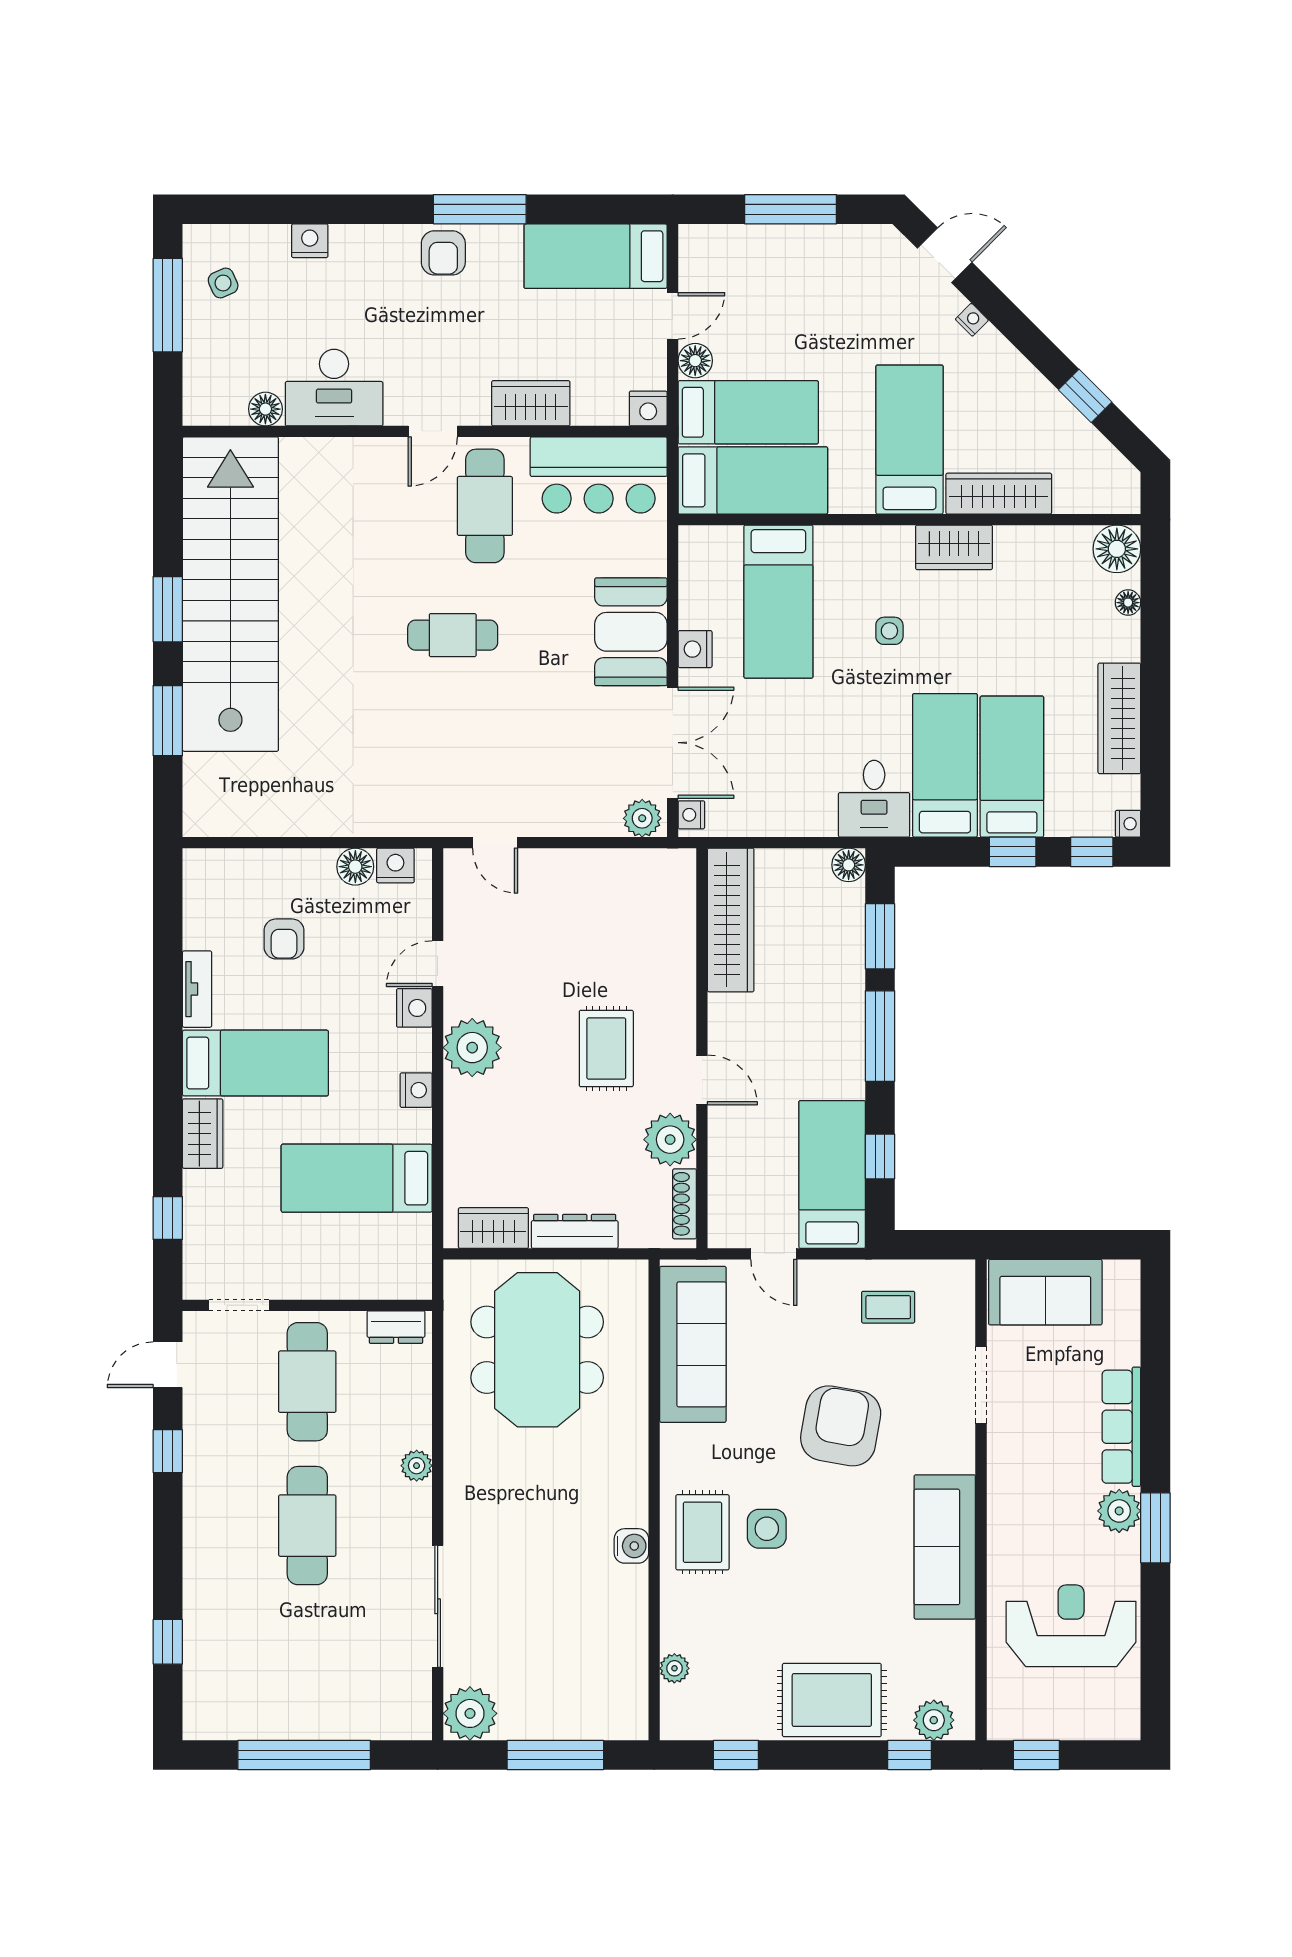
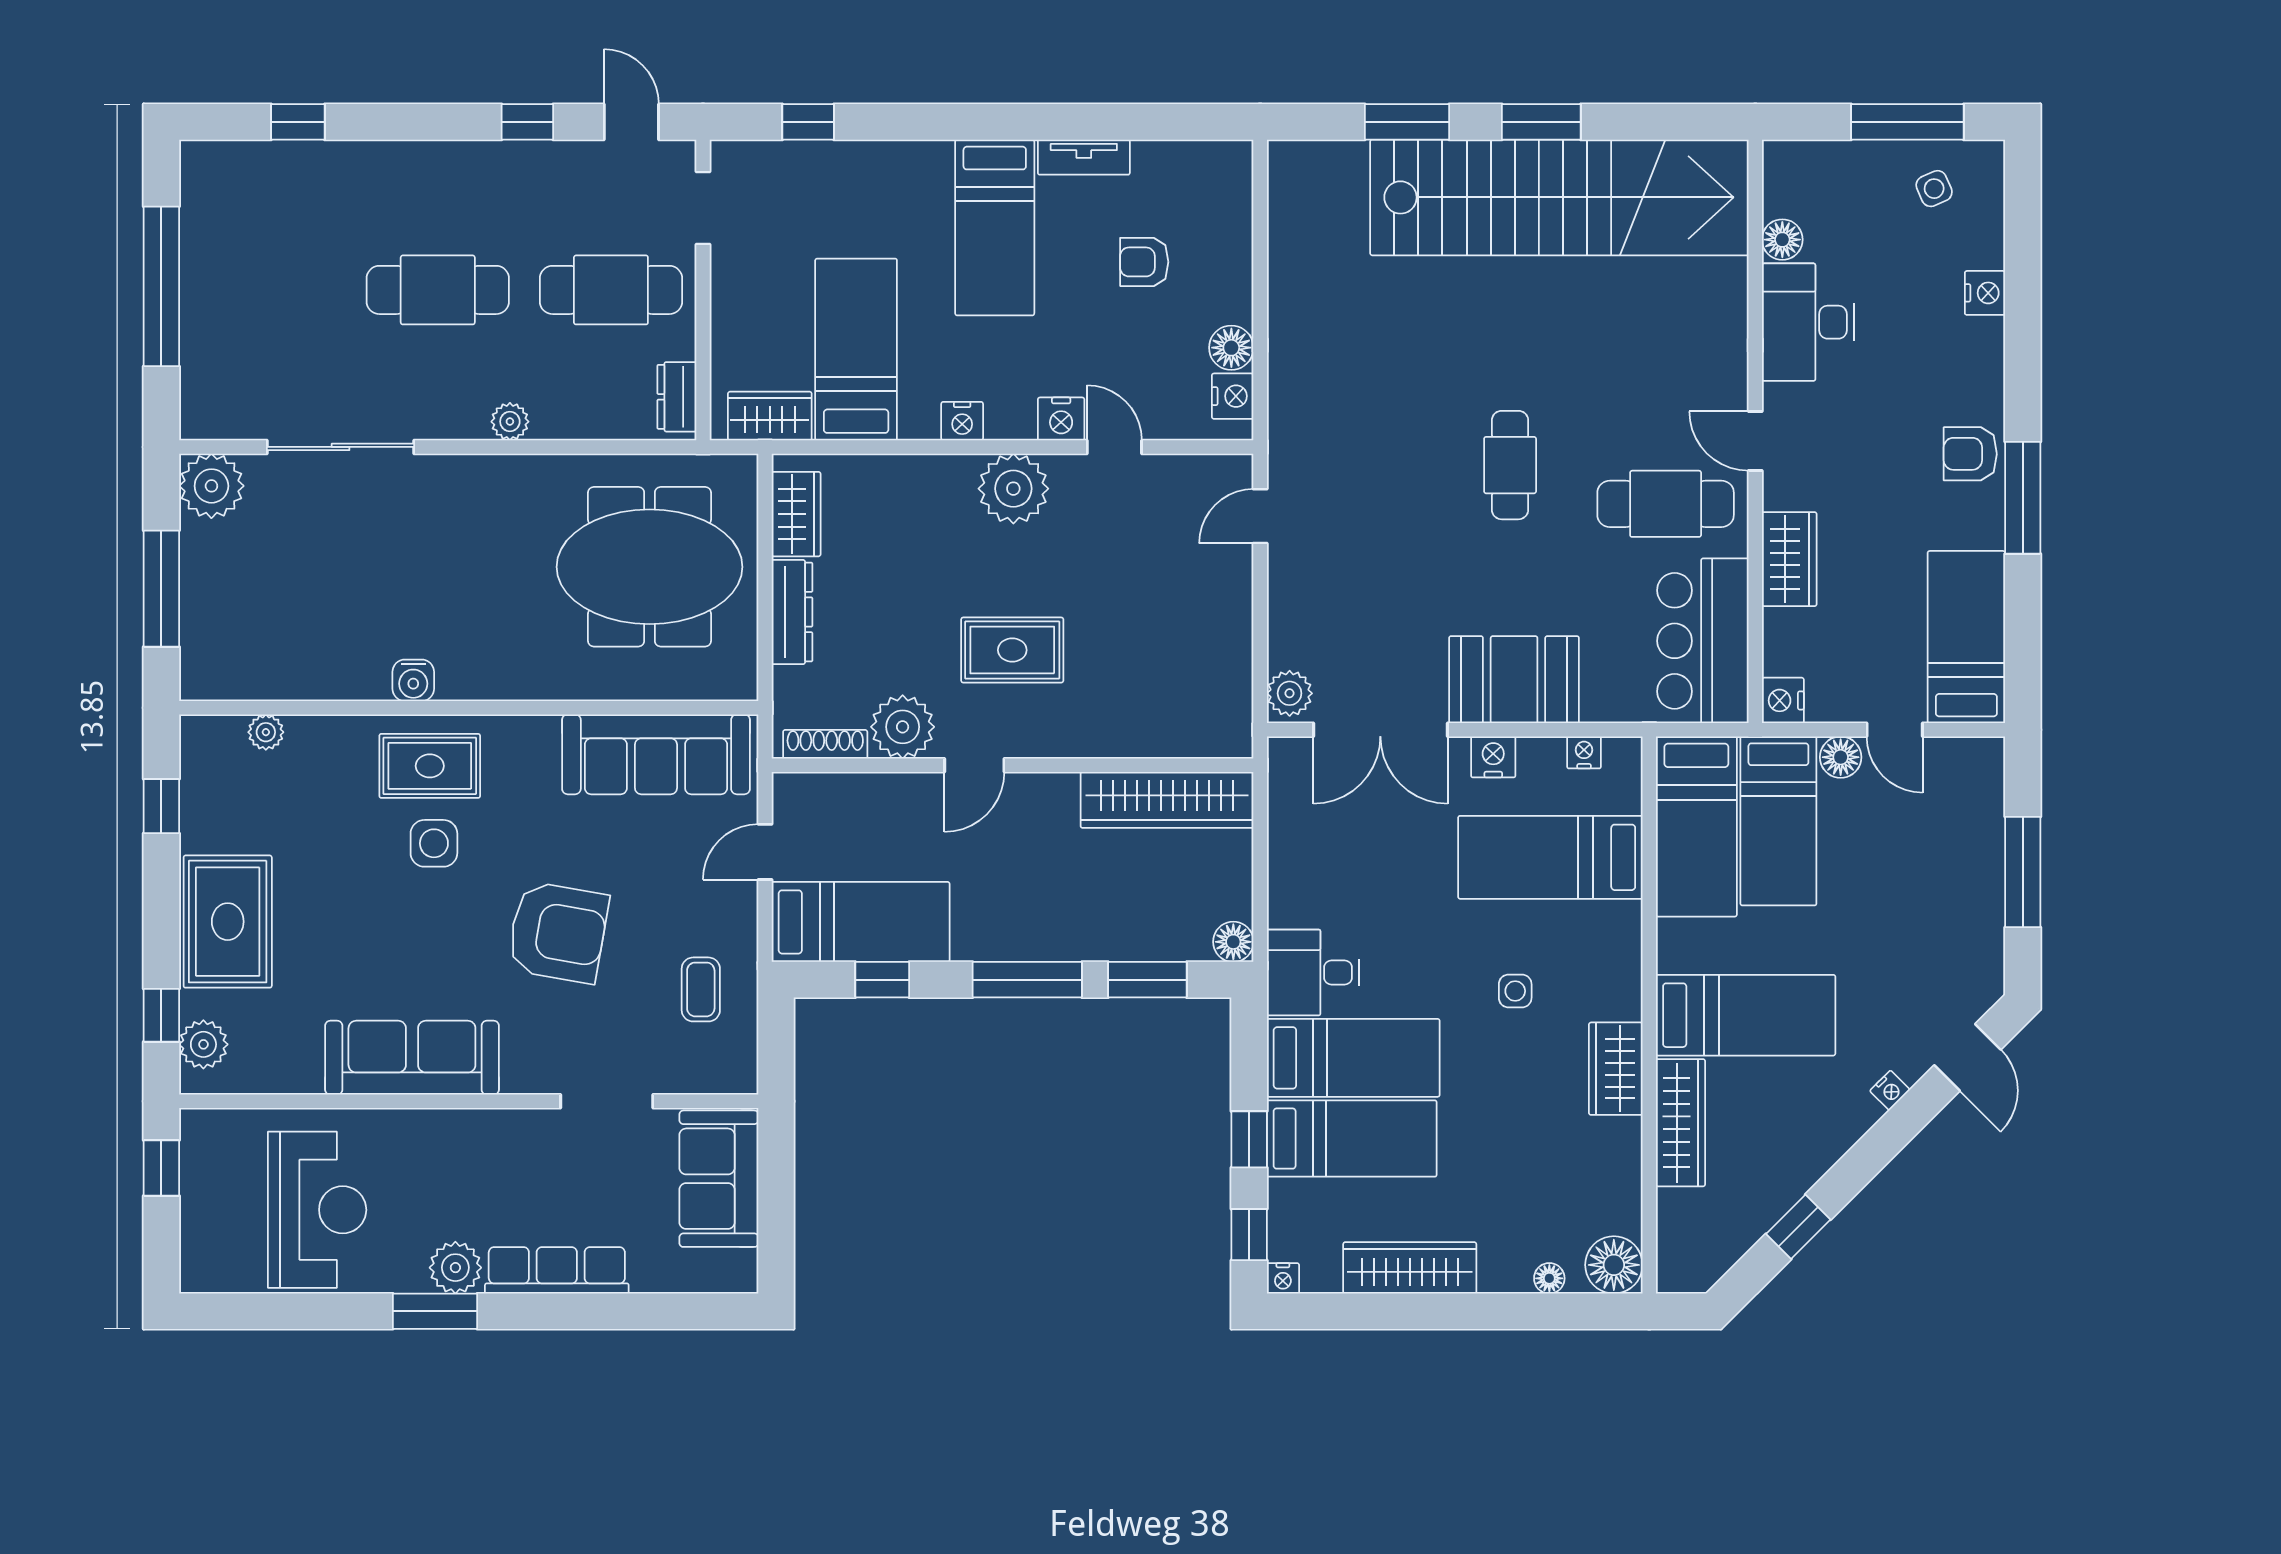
nightstand: (691, 815) -> (1584, 752), moved
wardrobe: (203, 1134) -> (770, 416), moved, turned 180

